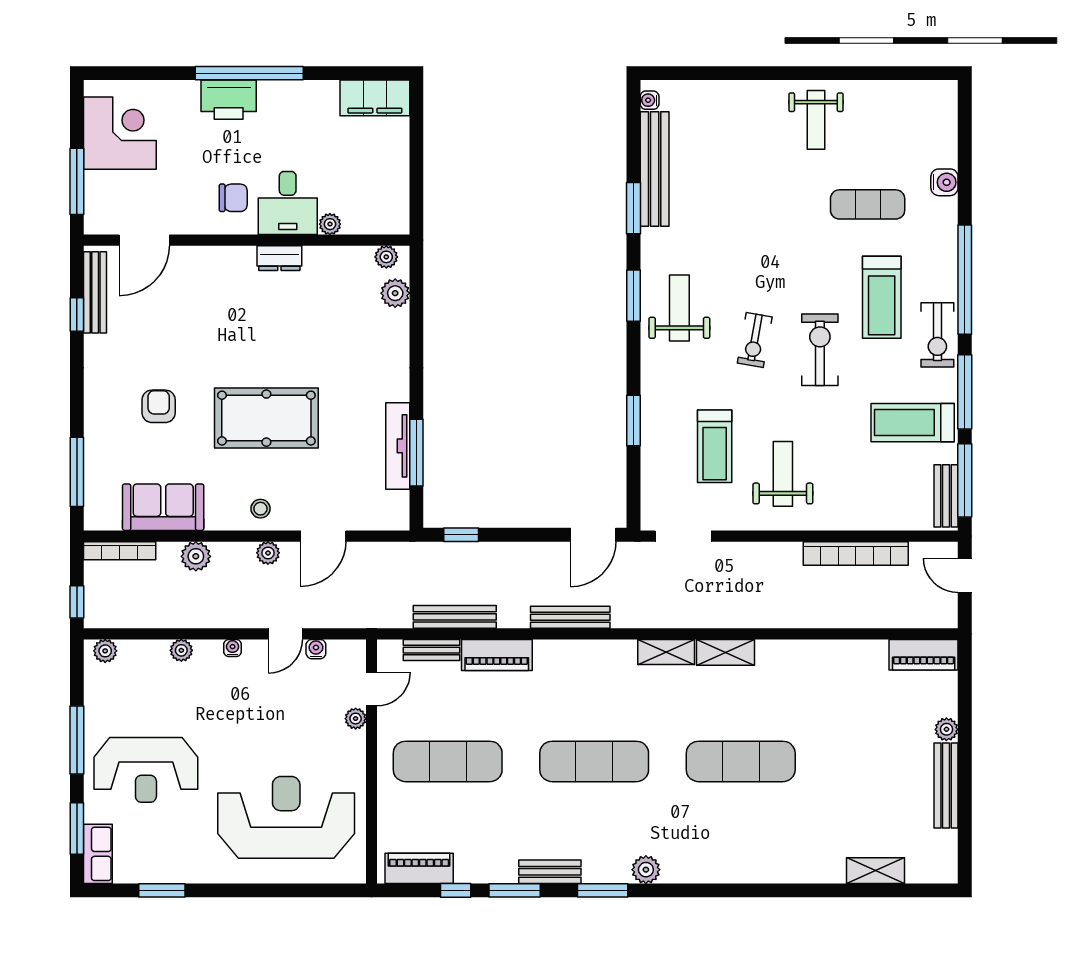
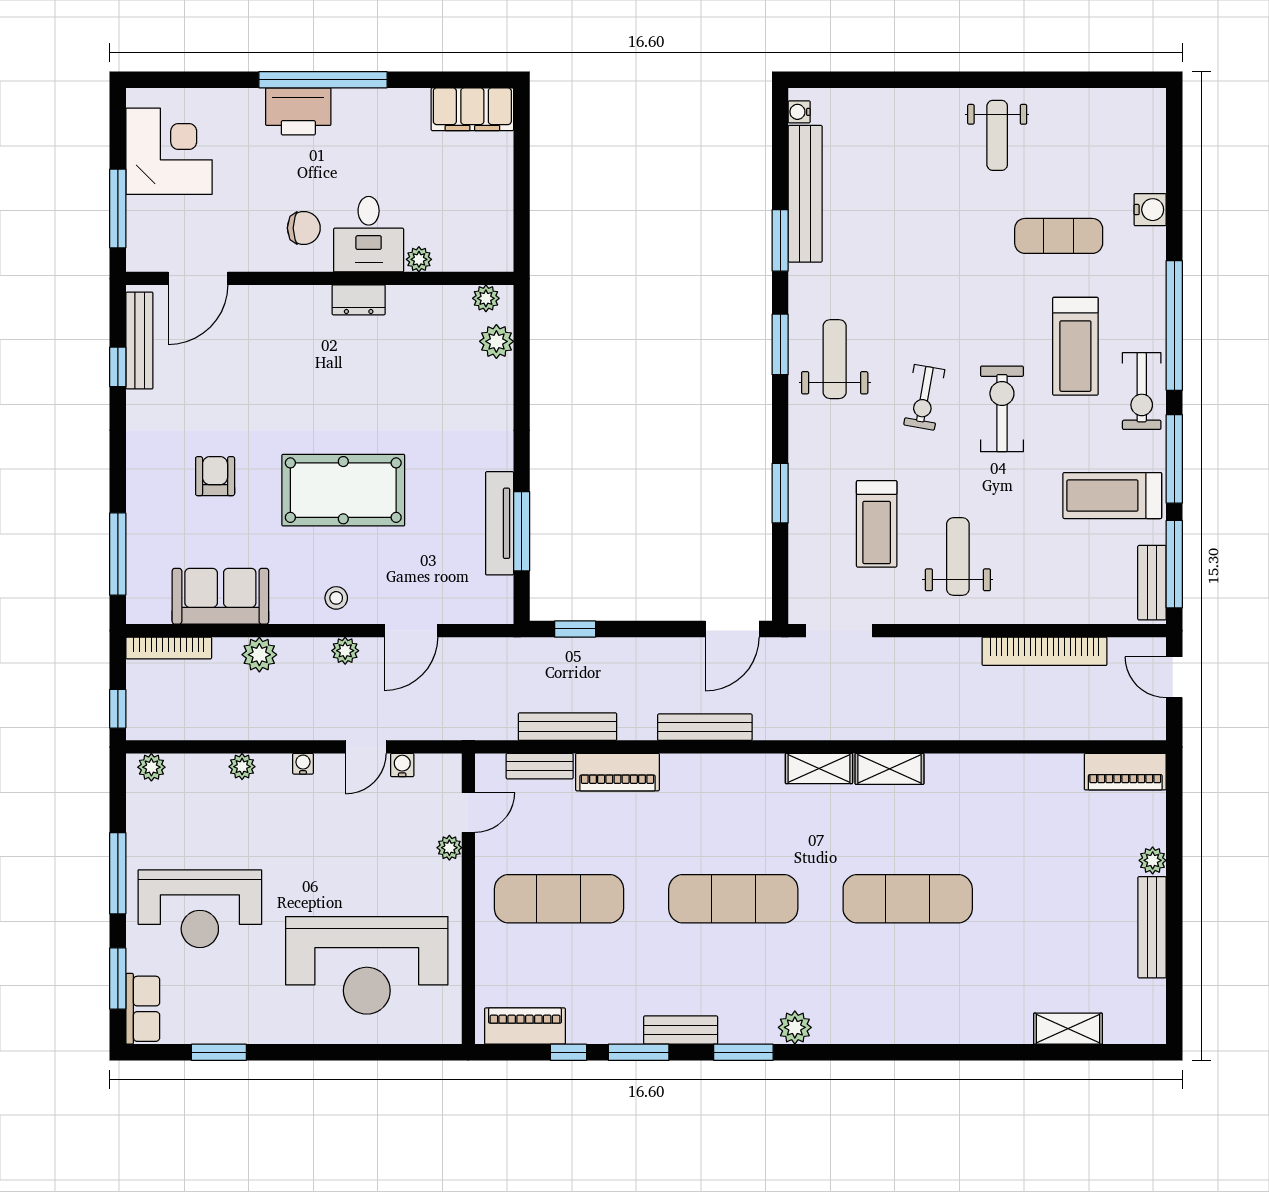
reception desk: (286, 817) -> (367, 965), turned 180

